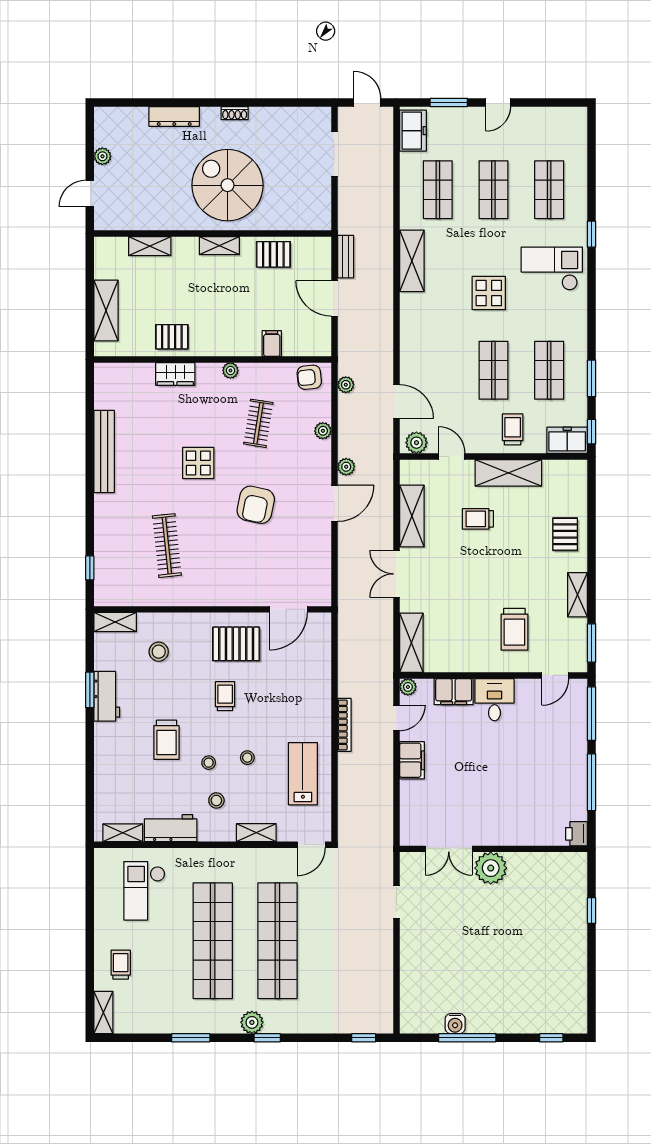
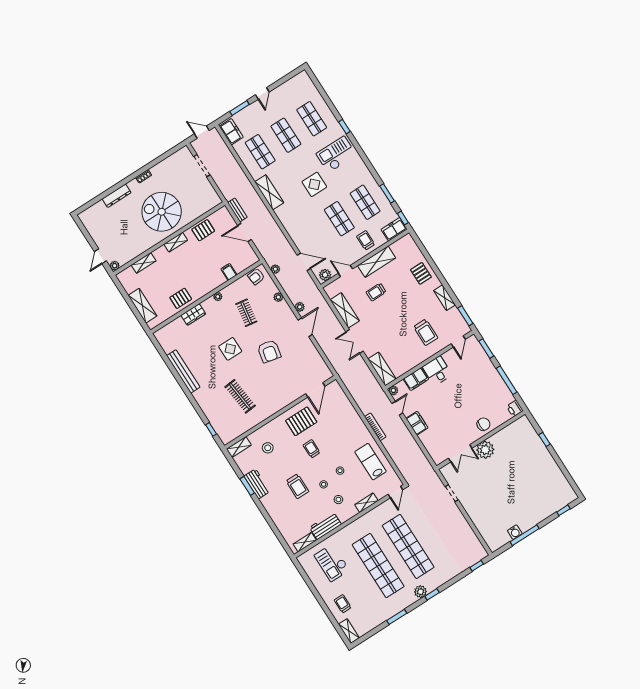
plant: (102, 156) -> (115, 266), moved
window: (592, 714) -> (486, 348), width x0.69
chair: (513, 827) -> (483, 424), added

